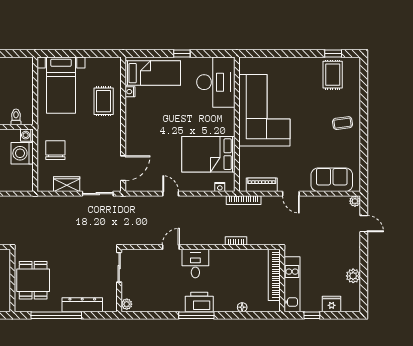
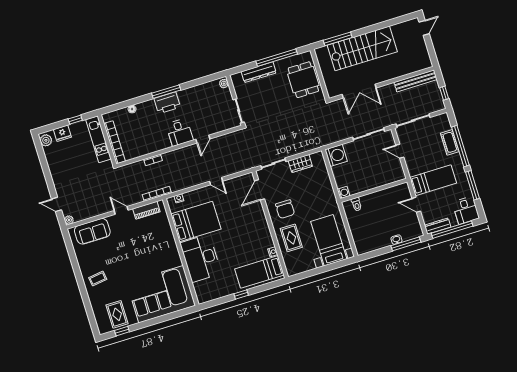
desk: (216, 82) -> (201, 258), moved
corner sofa: (264, 110) -> (161, 294), moved, turned 90
chair: (55, 150) -> (285, 209), moved
washing machine: (22, 153) -> (336, 155), moved
plant: (353, 276) -> (46, 140), moved

